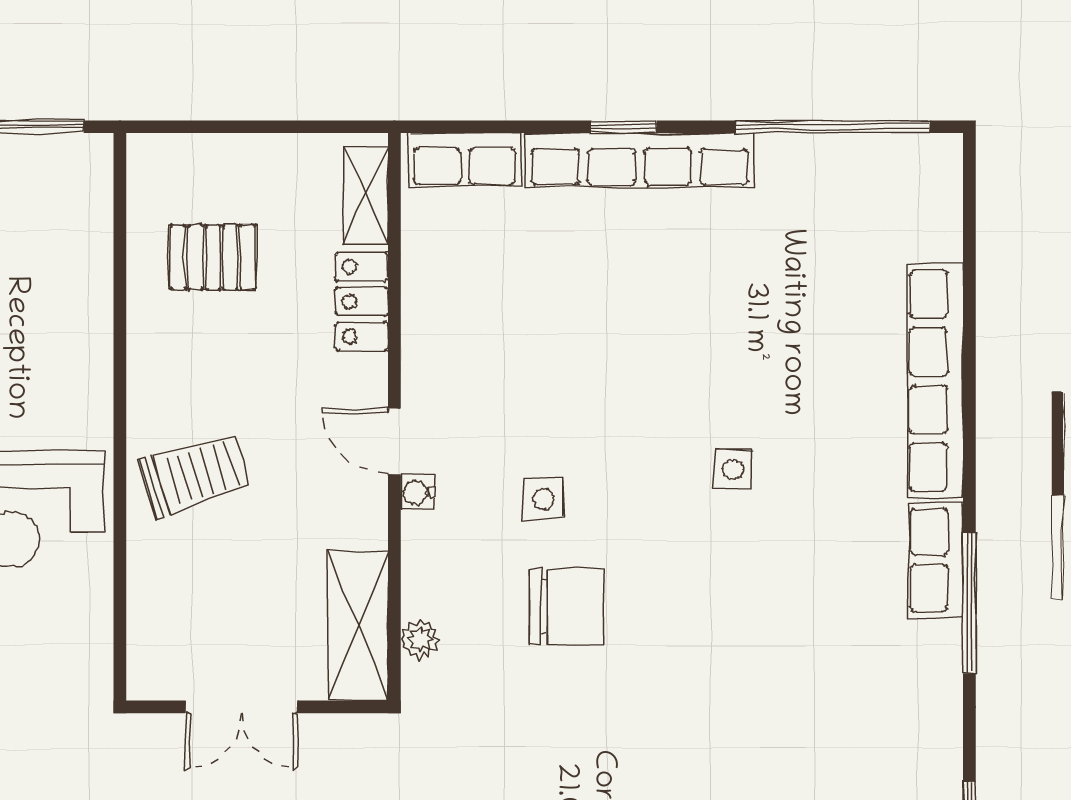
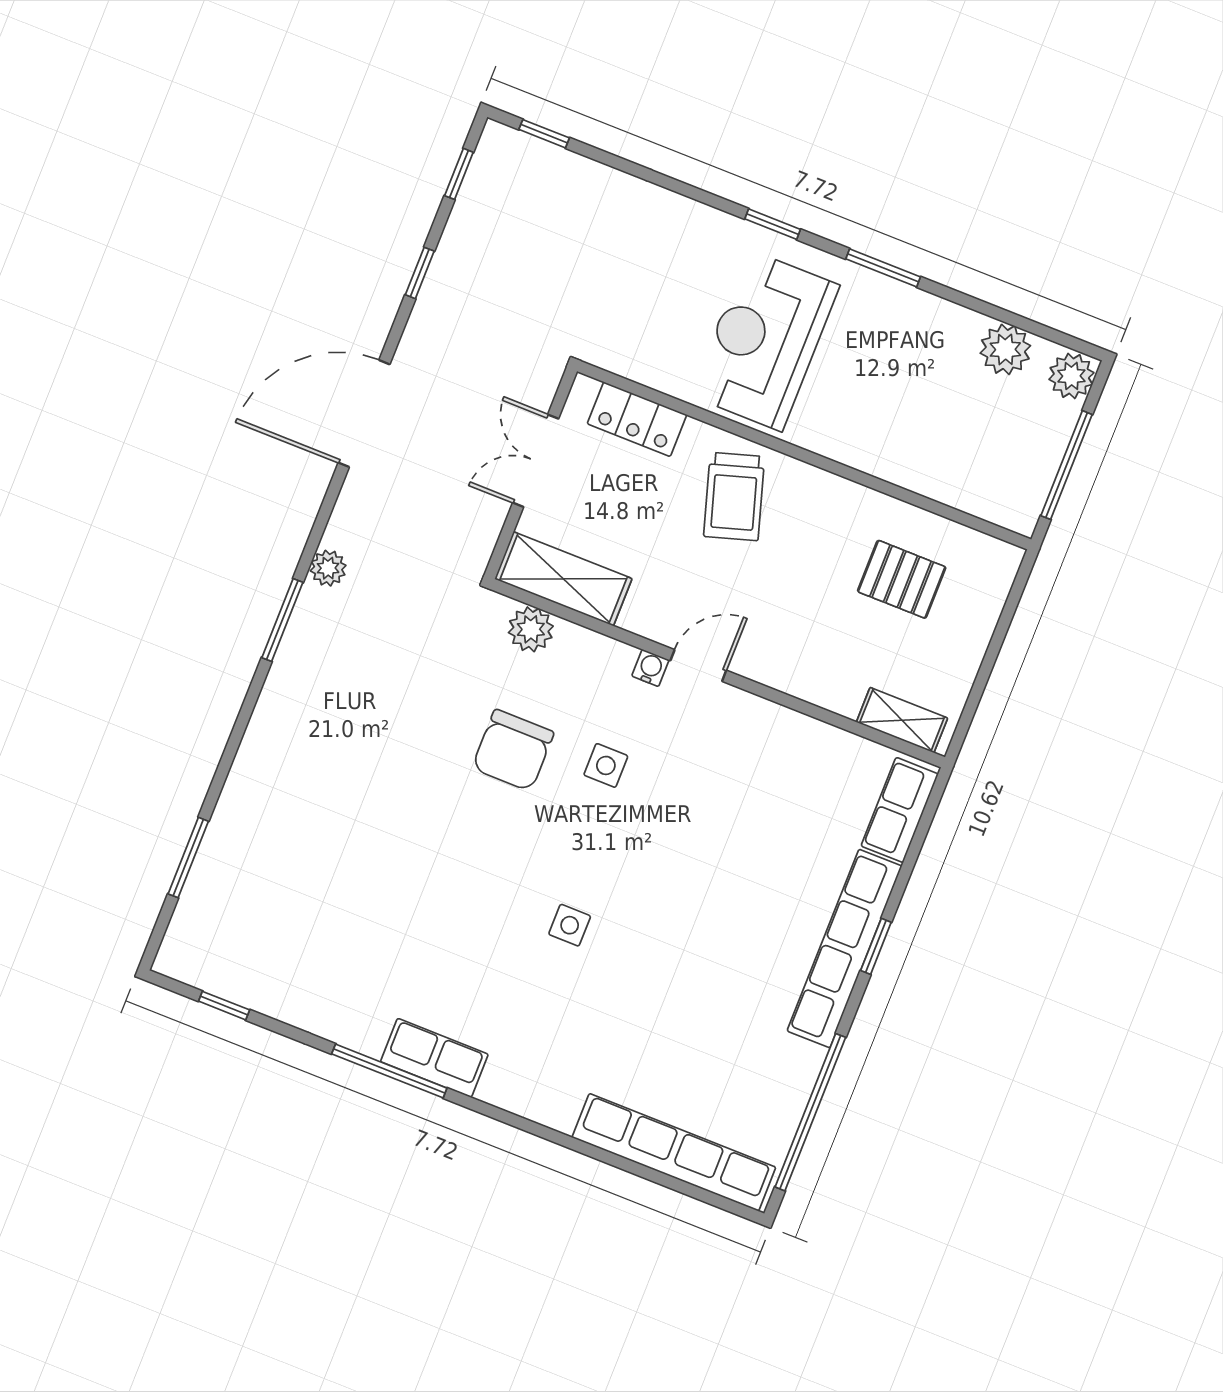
pallet: (213, 257) -> (902, 579), turned 90
locker: (362, 302) -> (637, 419), moved, turned 180
row of seats: (935, 381) -> (674, 1152), moved
plant: (420, 639) -> (531, 629), width x1.38, depth x1.38

